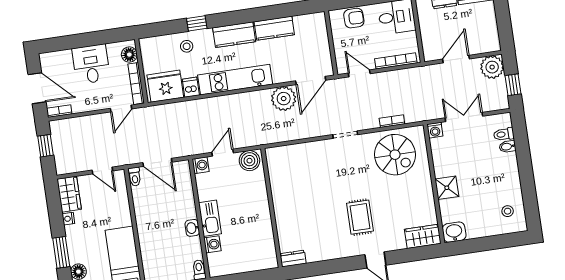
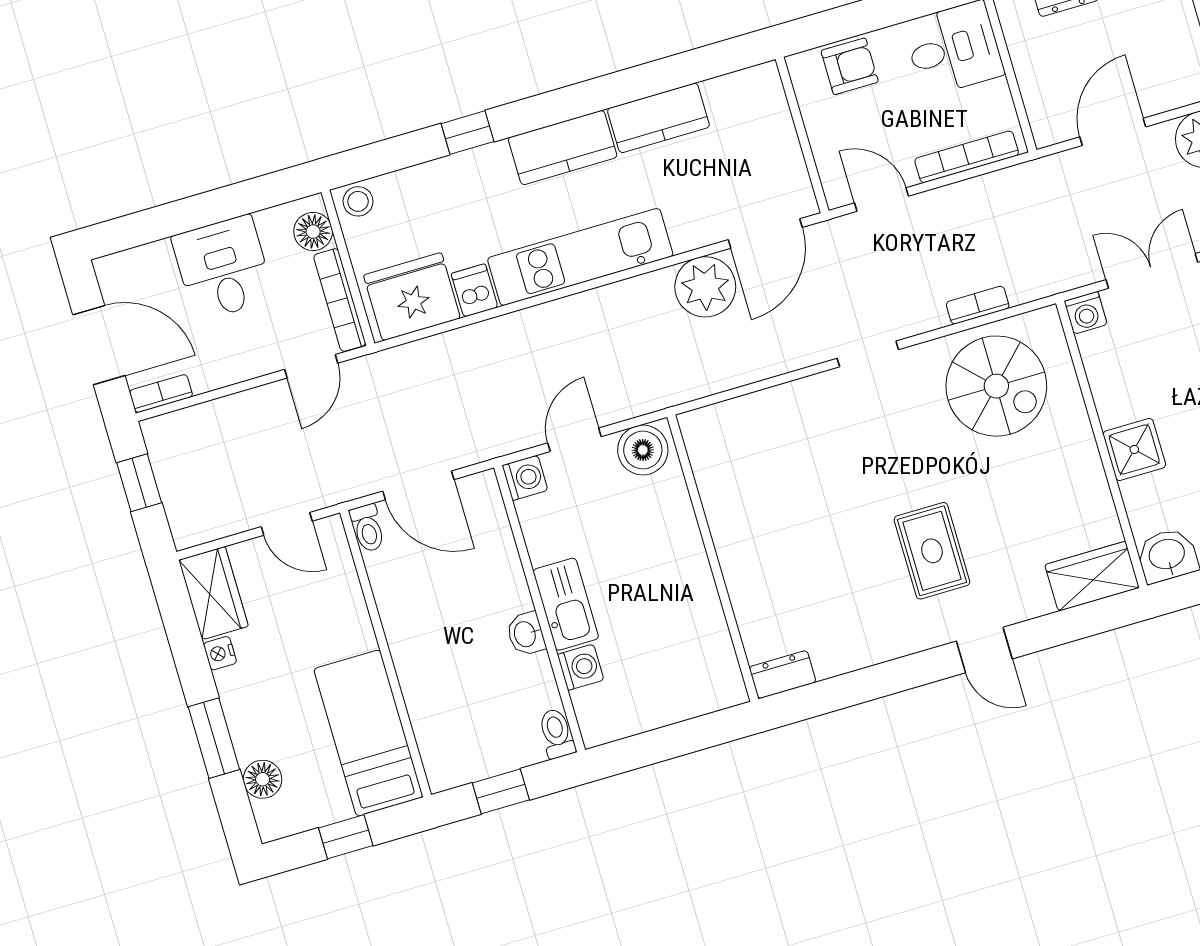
stool: (187, 46) -> (358, 201), moved

